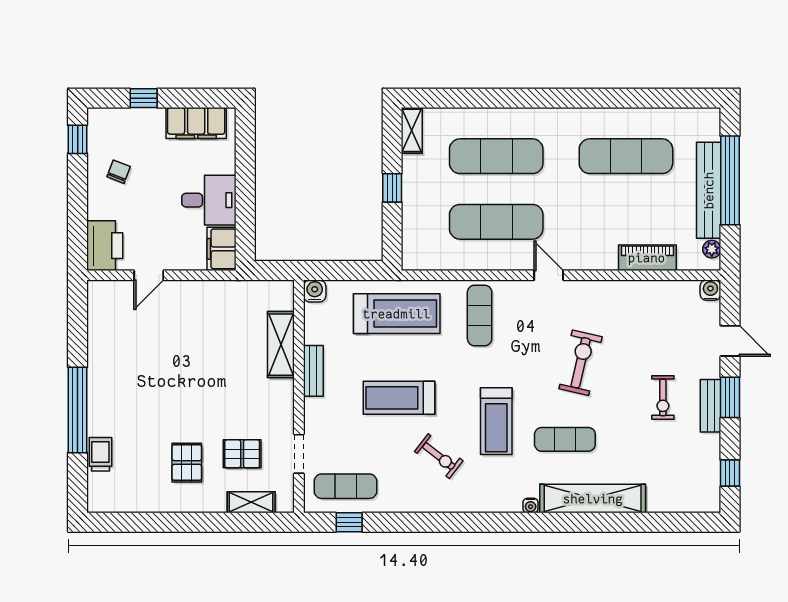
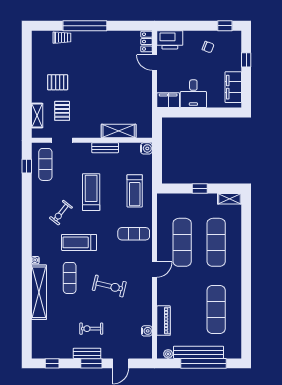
water cooler: (710, 290) -> (147, 331), moved
locker: (108, 291) -> (147, 42), added
treadmill: (397, 314) -> (135, 191), width x0.73, depth x0.73

